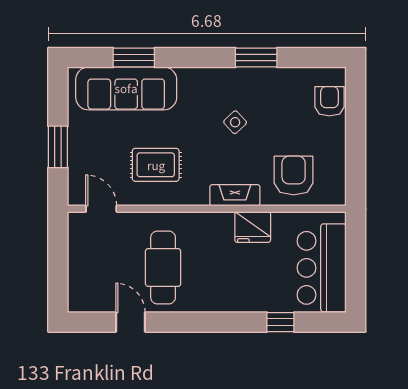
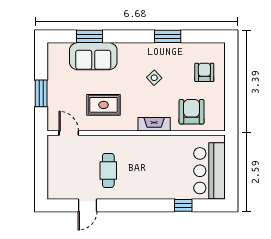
sofa: (126, 88) -> (93, 56), width x0.73
armchair: (329, 101) -> (204, 72), moved
fridge: (253, 227) -> (165, 145), removed
cafe table: (163, 267) -> (108, 170), width x0.73, depth x0.74
door: (130, 322) -> (87, 205), swing flipped

